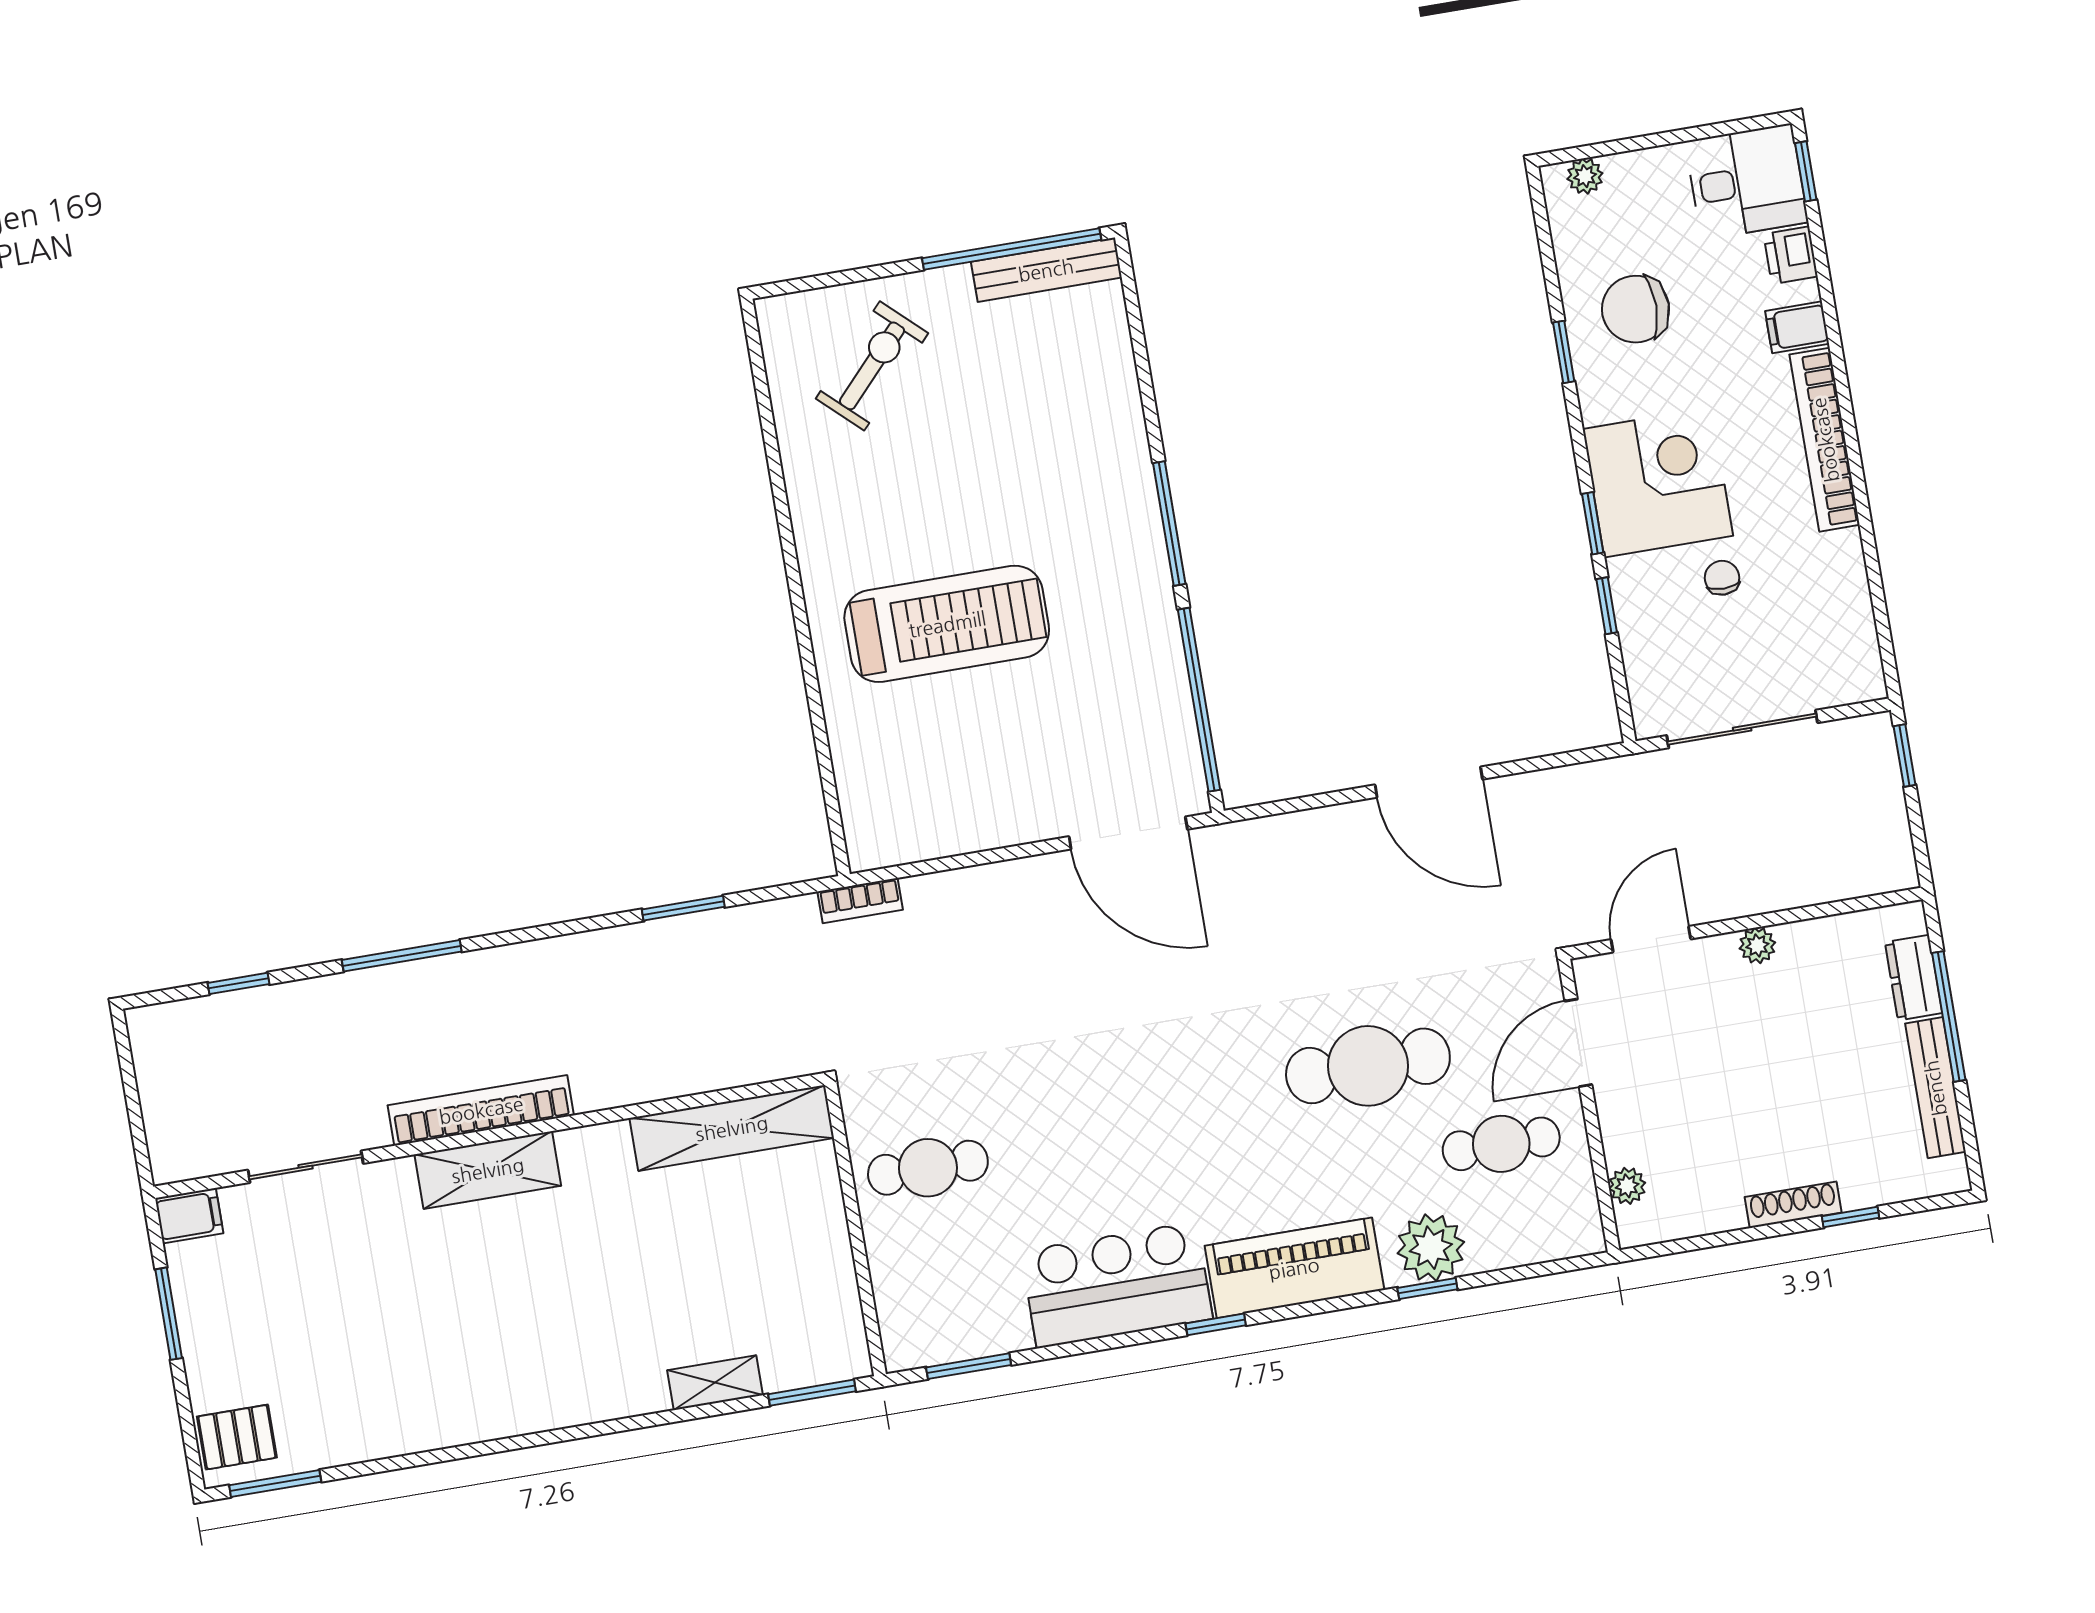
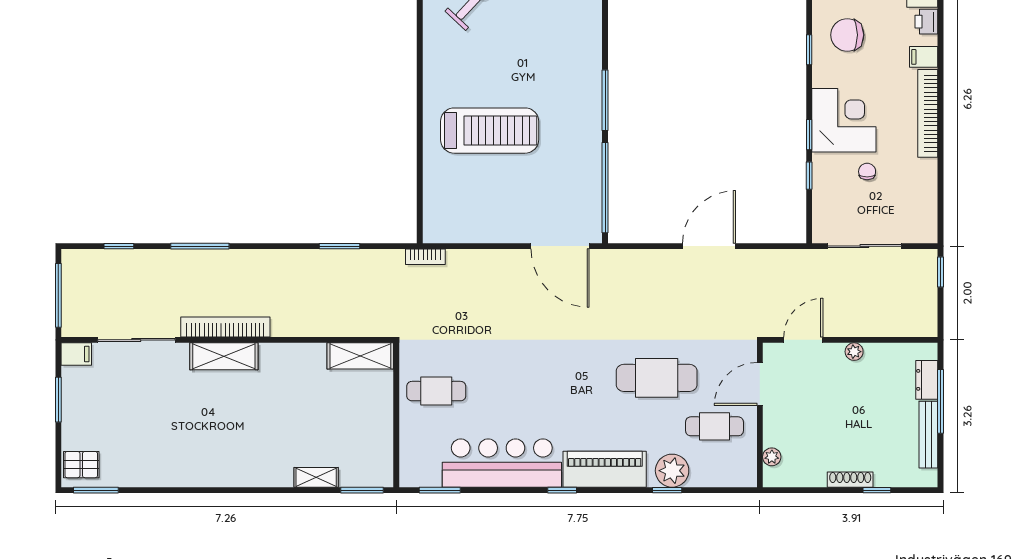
door: (1429, 782) -> (709, 246), swing flipped
window: (133, 1104) -> (58, 295), added
shelving: (732, 1128) -> (360, 356), width x0.68
sliding door: (306, 1167) -> (136, 340), width x1.37
bar counter: (1117, 1285) -> (502, 463), width x1.36

